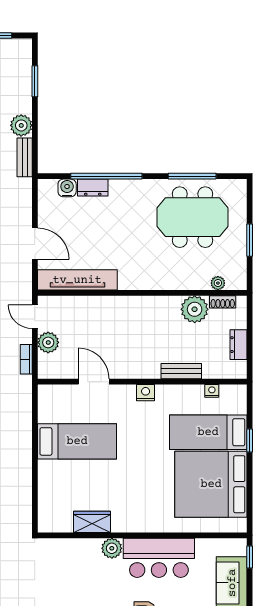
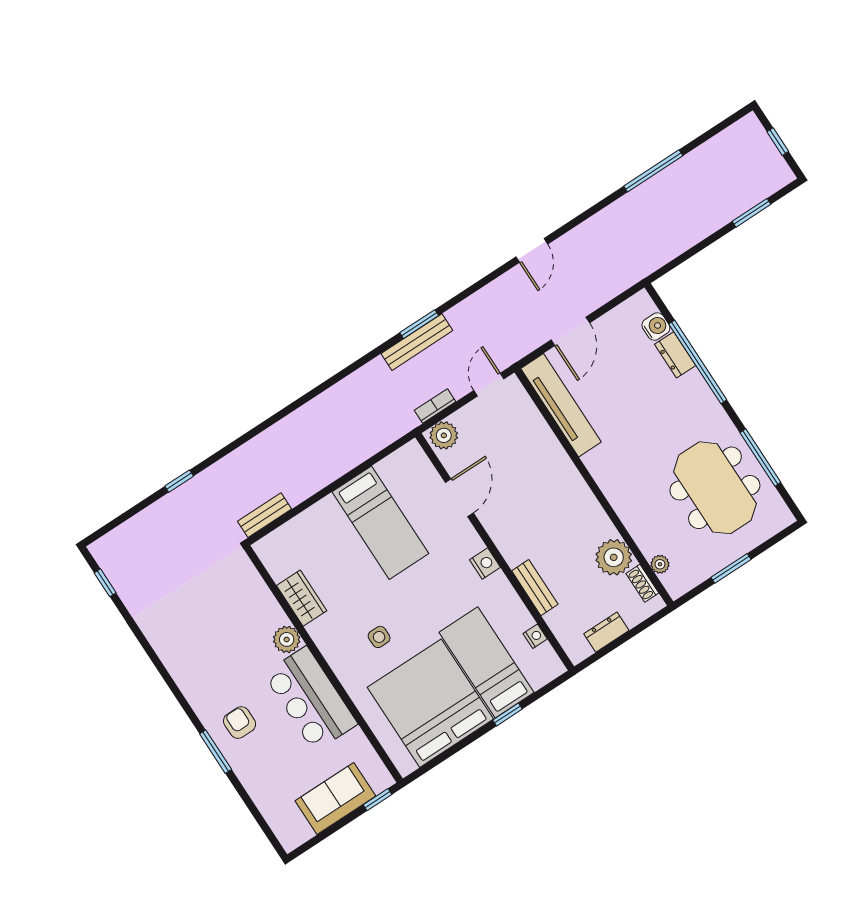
plant: (21, 125) -> (692, 230), removed
bench: (25, 157) -> (265, 515), moved
plant: (48, 342) -> (444, 435), moved
side table: (148, 489) -> (379, 637), added

